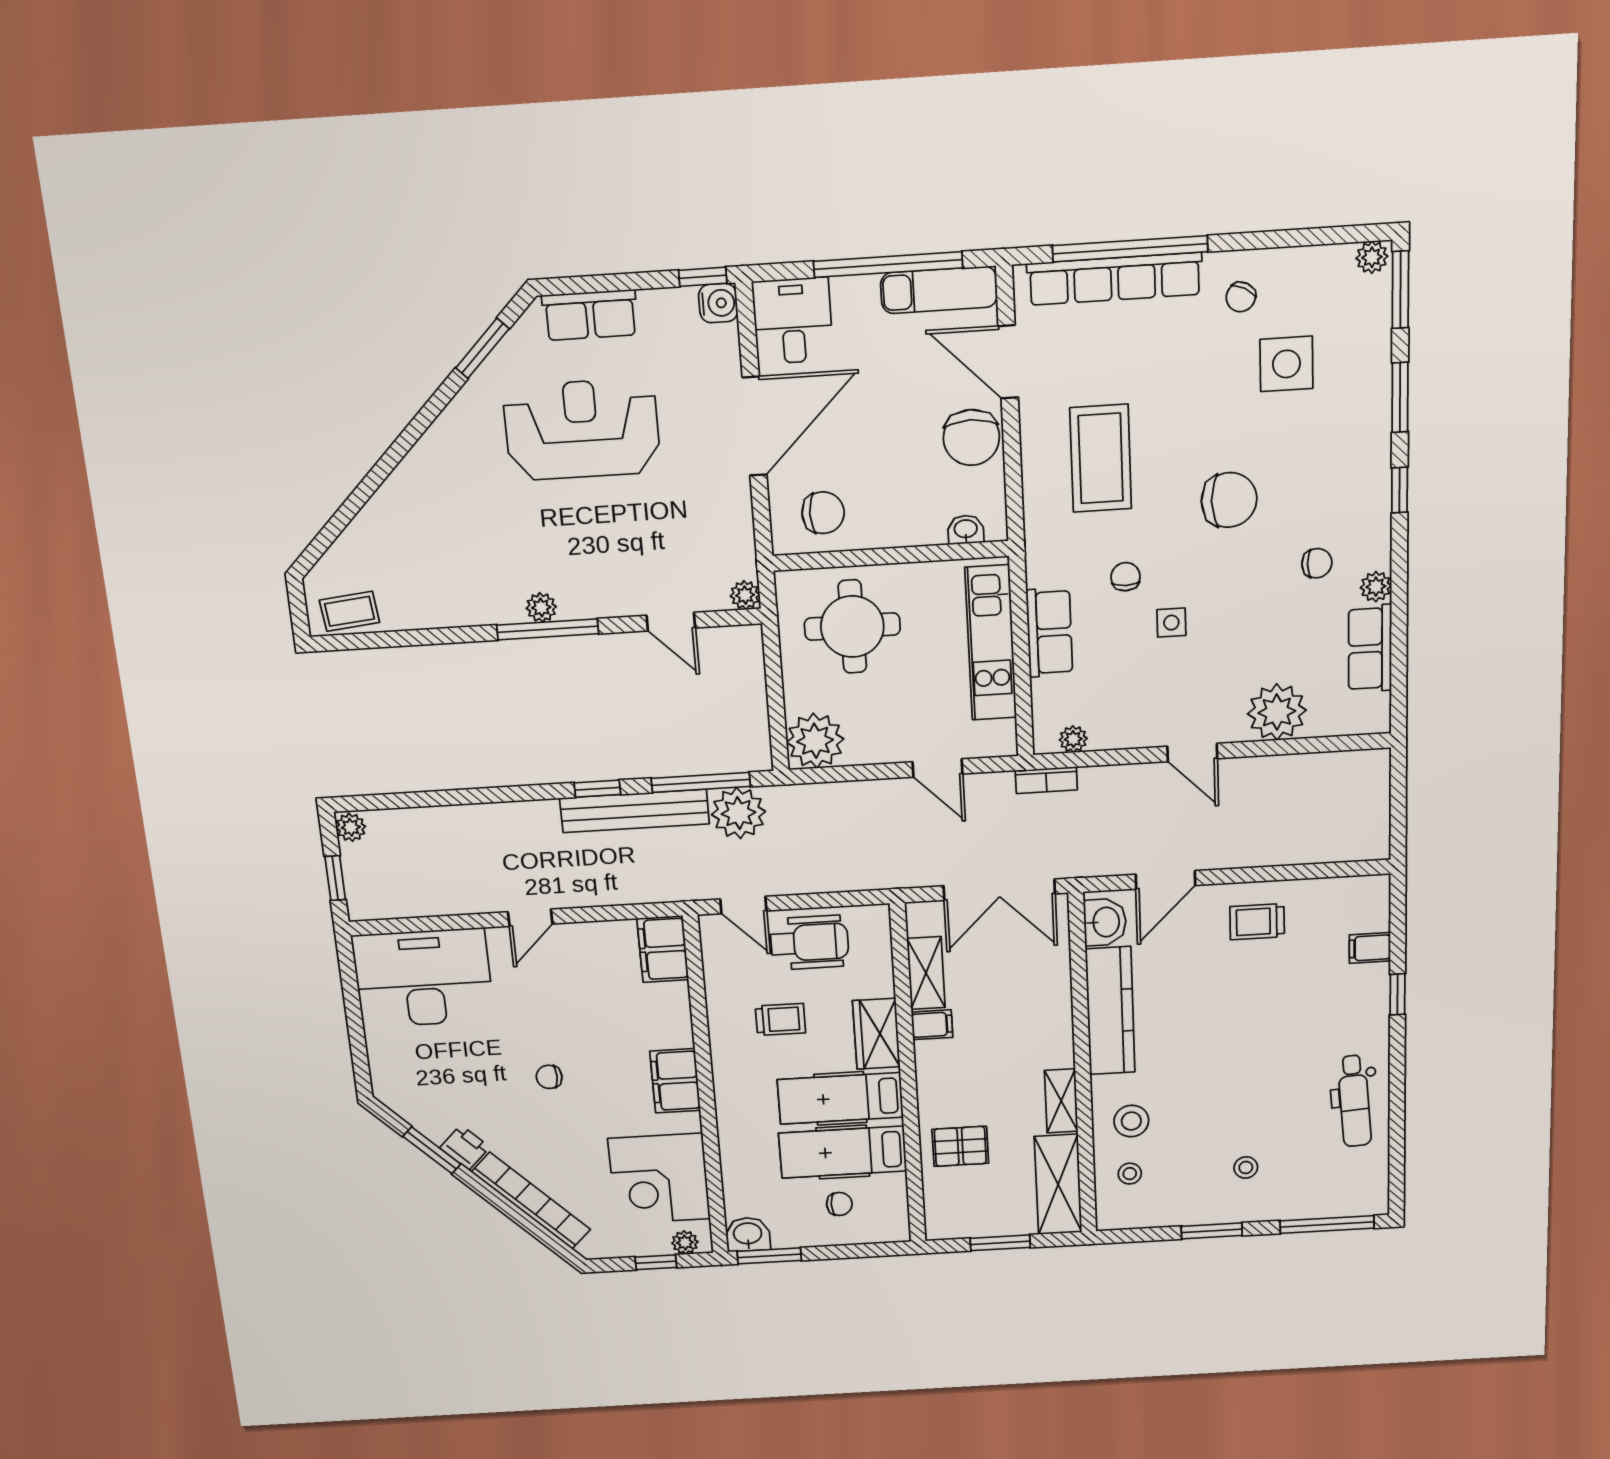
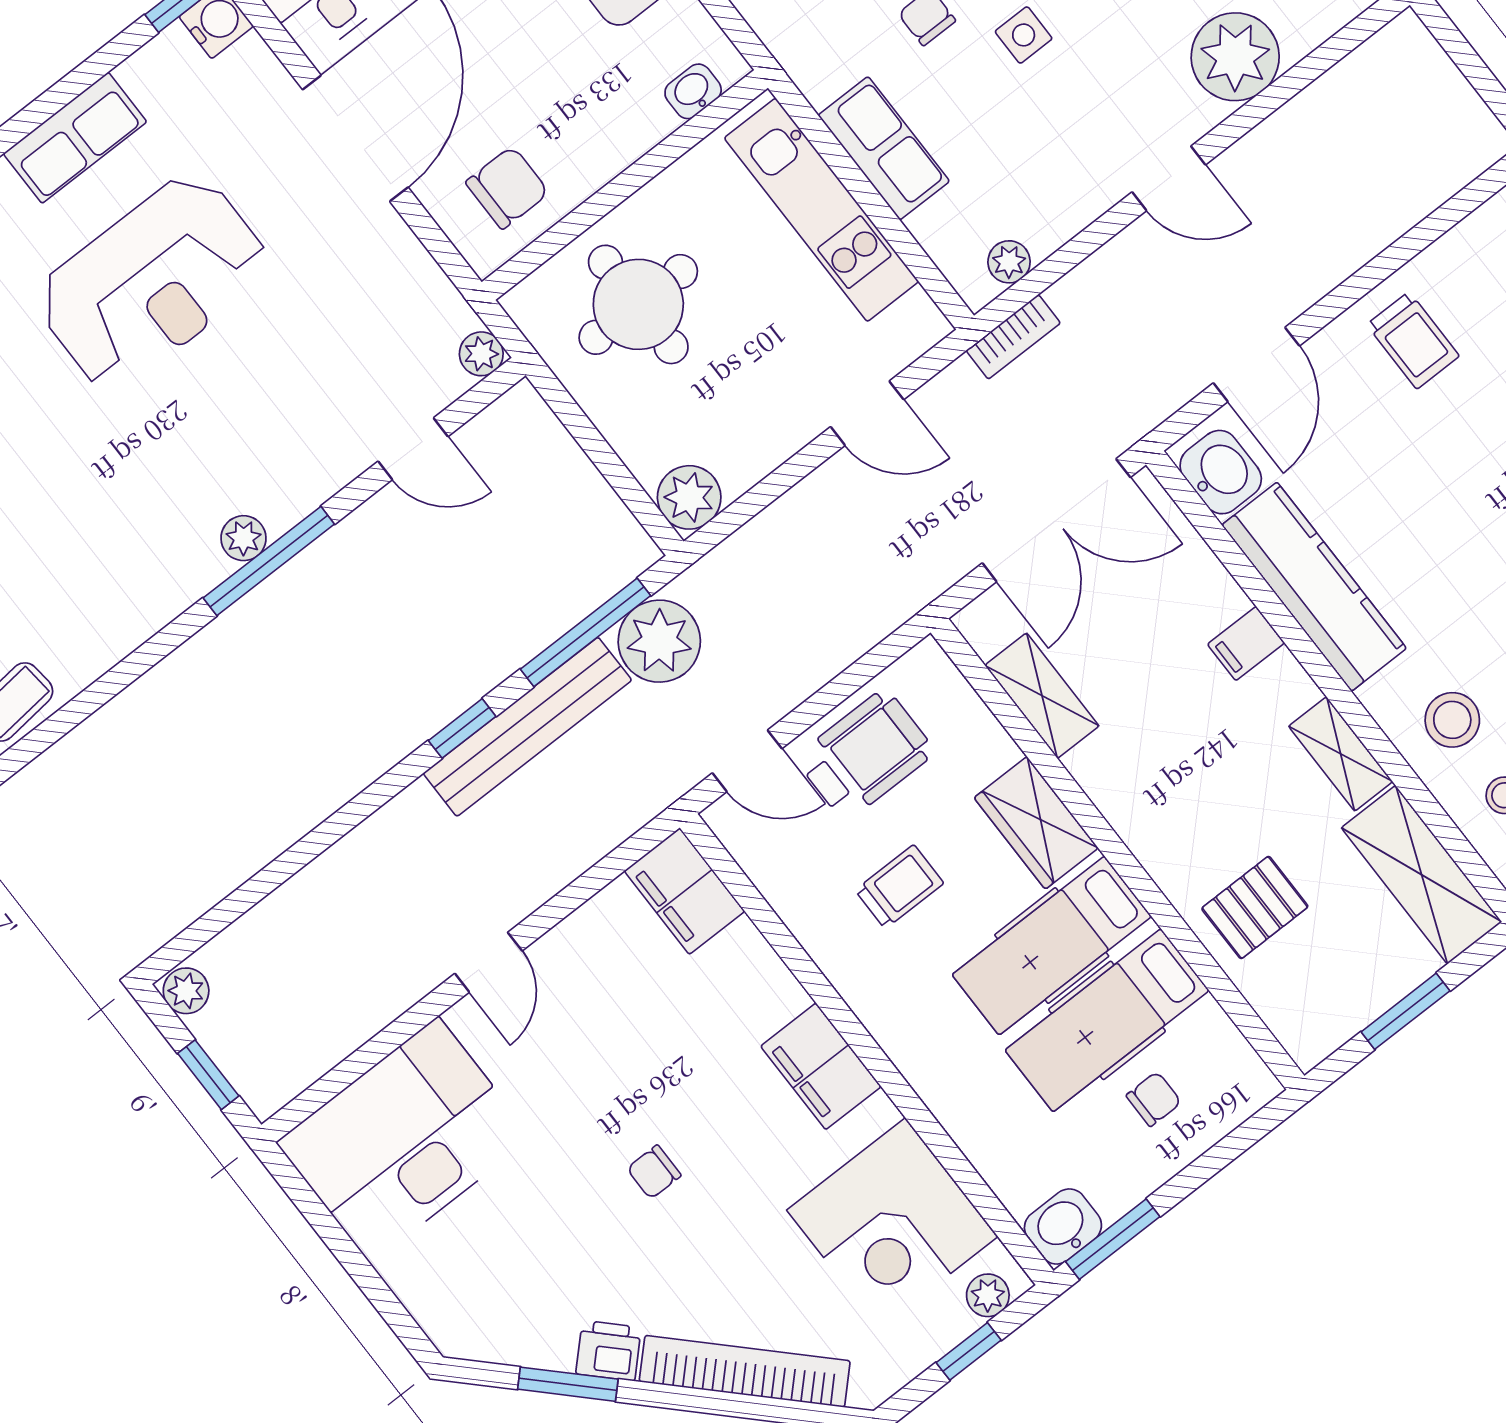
reception desk: (582, 429) -> (152, 282), turned 180
plant: (815, 741) -> (689, 497), width x0.73, depth x0.73
trolley: (1257, 922) -> (1413, 340), turned -90
filing cabinet: (932, 1025) -> (1246, 643), moved, turned 180

